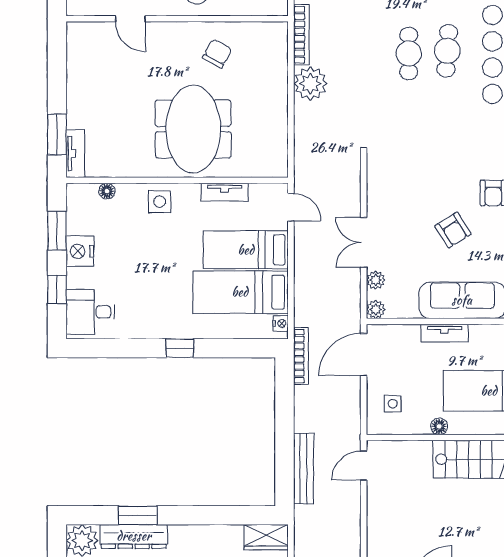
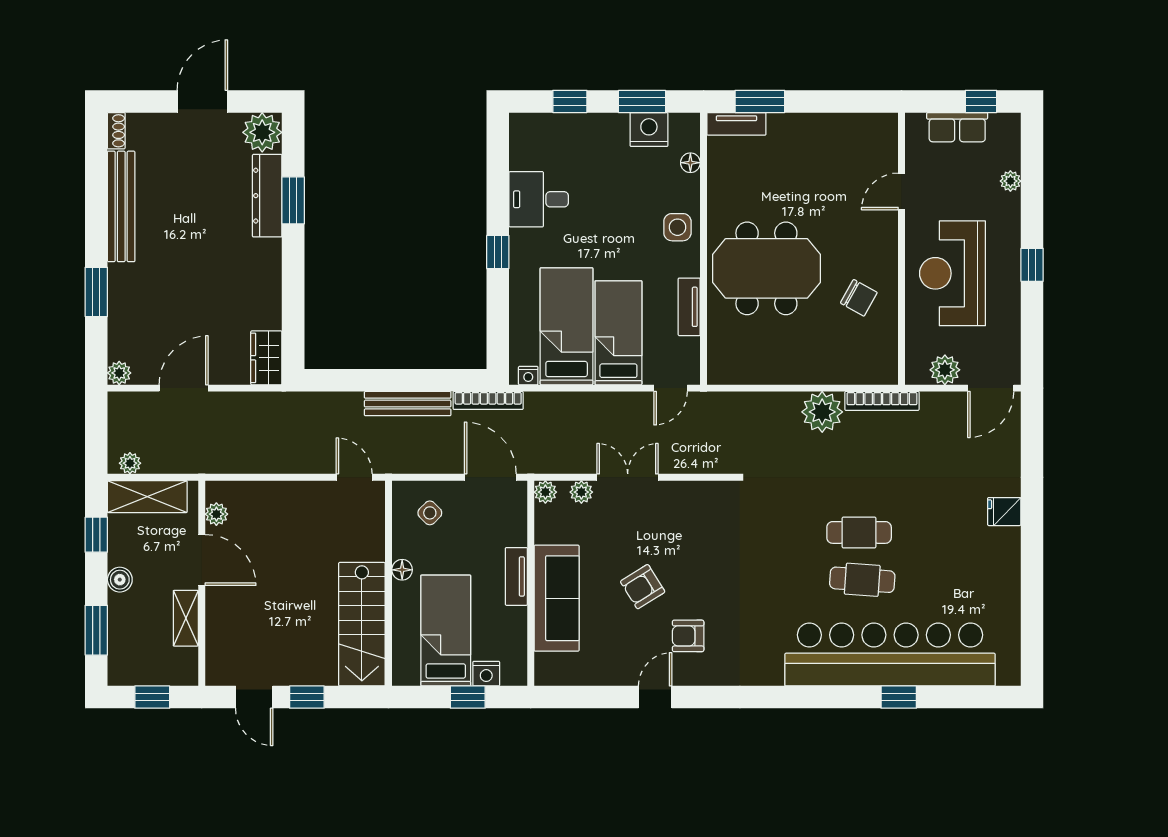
nightstand: (80, 251) -> (649, 130), moved
desk: (90, 312) -> (539, 199), moved, turned -90
side table: (393, 404) -> (430, 513), turned 45
bench: (303, 469) -> (408, 404), moved

